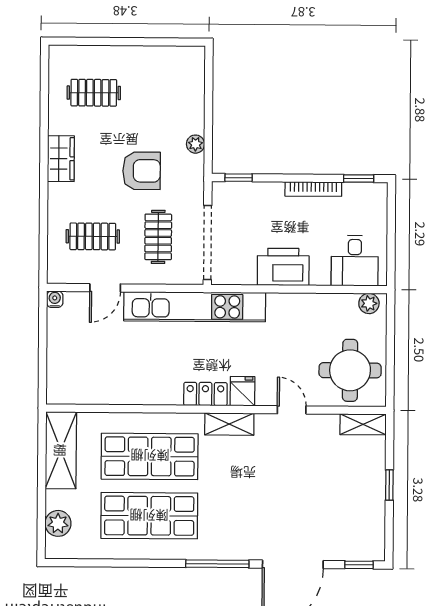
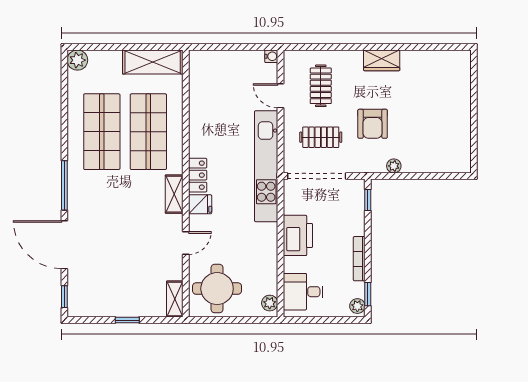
clothes rail: (94, 93) -> (434, 86), removed
plant: (374, 192) -> (357, 306), added
plant: (58, 523) -> (77, 60), moved

